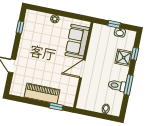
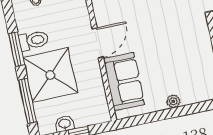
window: (135, 54) -> (27, 101), width x2.17
shower: (124, 58) -> (50, 75), width x1.86, depth x1.86

